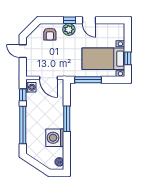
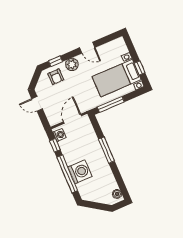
window: (69, 20) -> (56, 61), moved
door: (49, 78) -> (72, 119), swing flipped
washing machine: (55, 138) -> (80, 172), moved, turned 180

